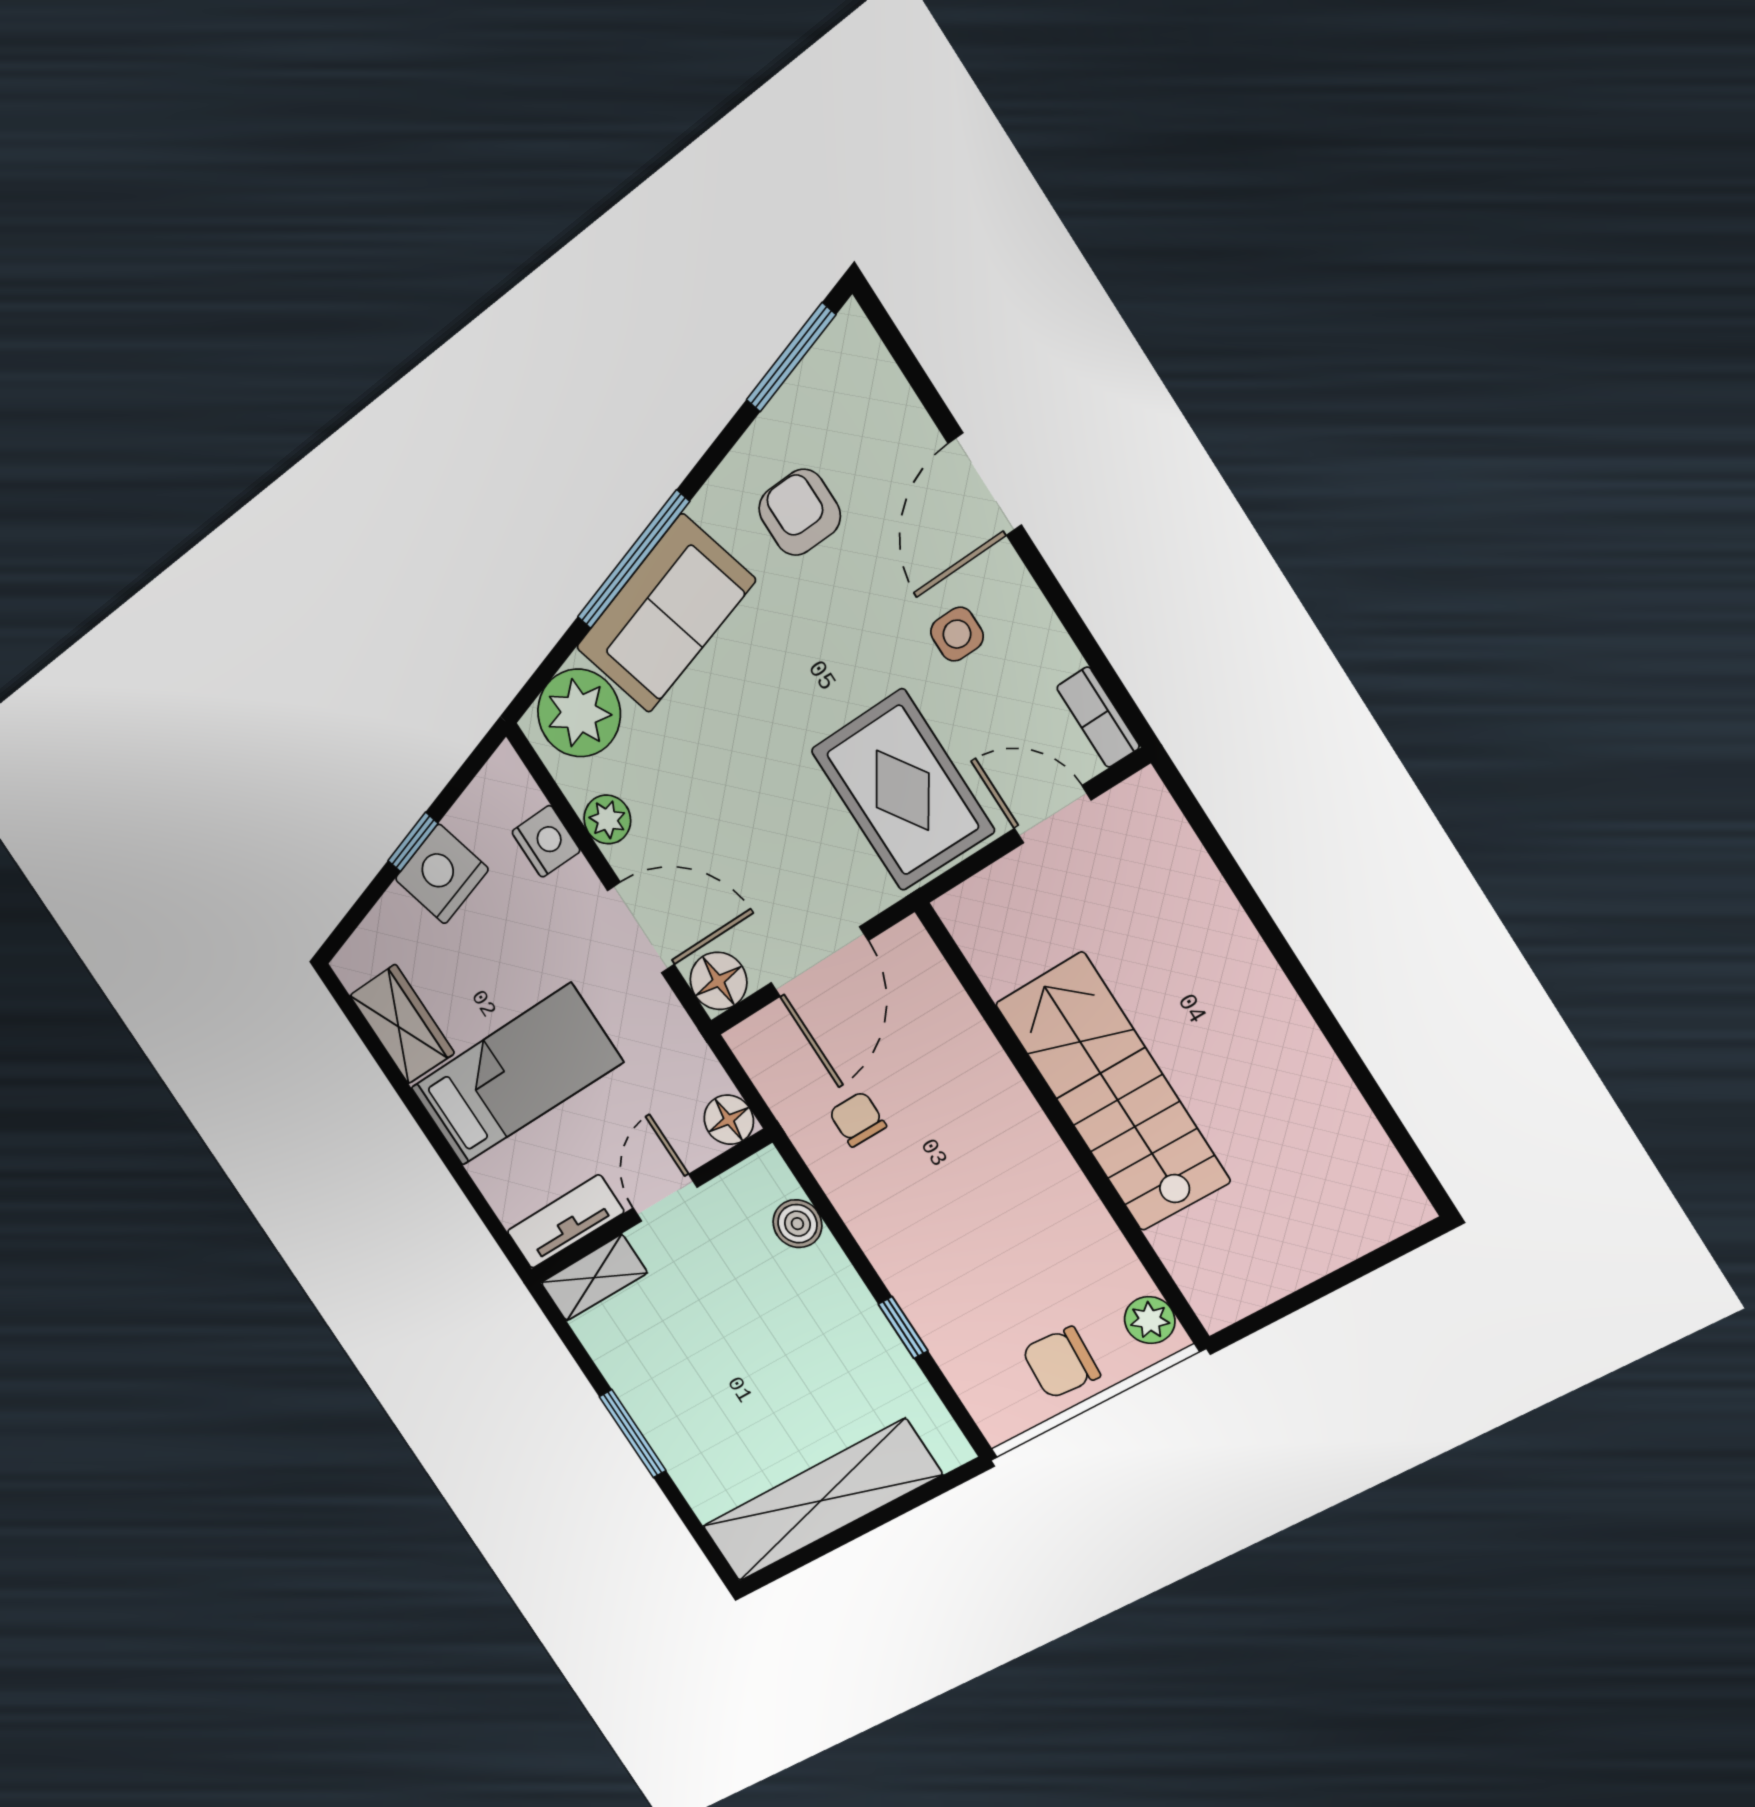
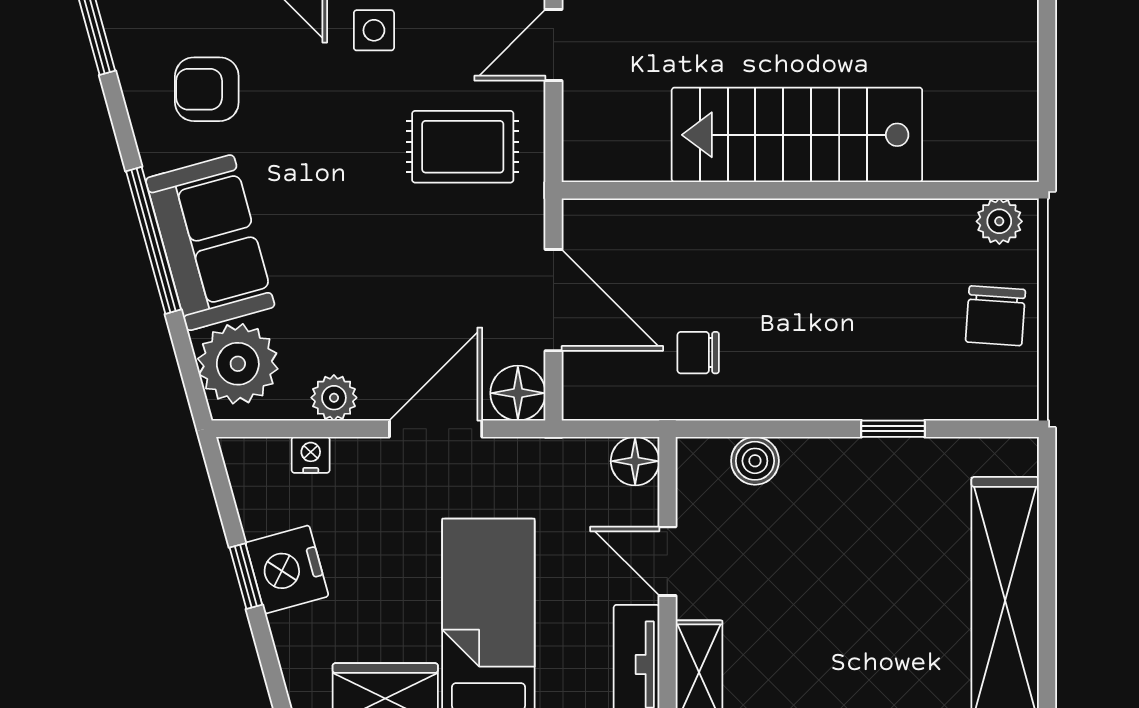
rug: (903, 790) -> (463, 147), width x0.73, depth x0.70
nightstand: (546, 841) -> (311, 455), width x0.72, depth x0.74

